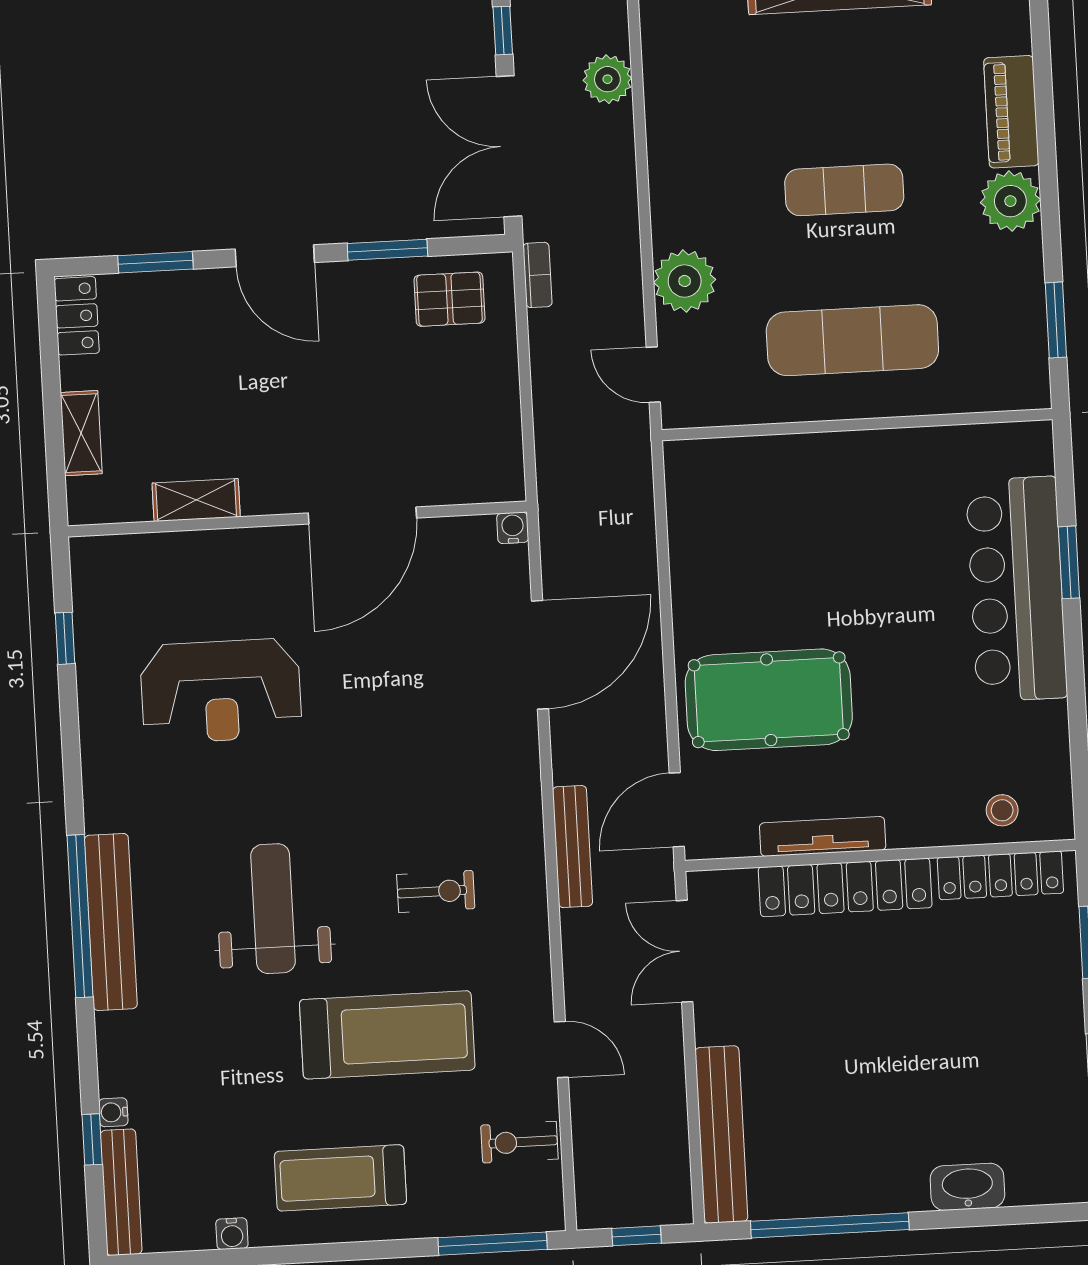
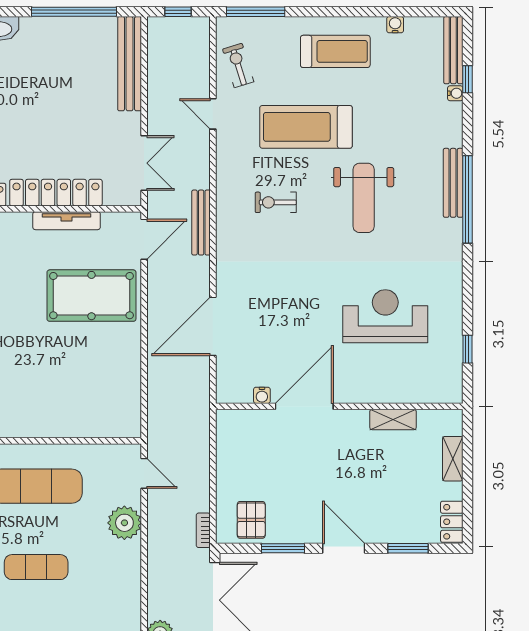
pallet: (449, 299) -> (251, 520), turned 90
water cooler: (513, 528) -> (262, 395), moved
bench: (111, 922) -> (453, 183), width x0.73, depth x0.82
exercise bike: (519, 1142) -> (238, 65), turned -107

